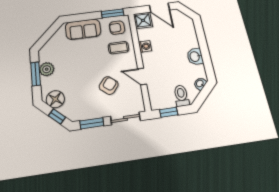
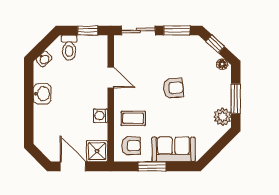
window: (113, 13) -> (152, 166), moved
plant: (47, 69) -> (222, 117), moved
armchair: (109, 85) -> (173, 88), moved, turned -135
floor lamp: (55, 99) -> (222, 64), width x0.53, depth x0.53

